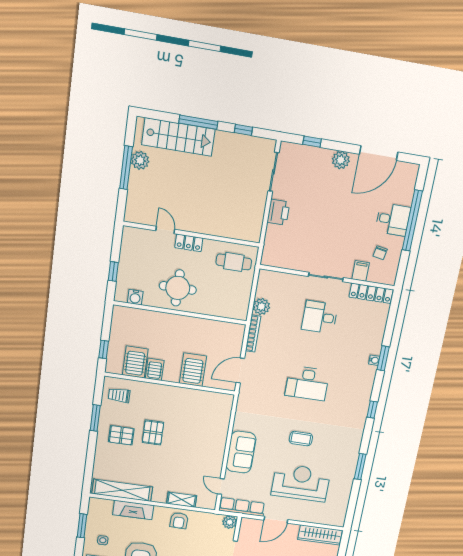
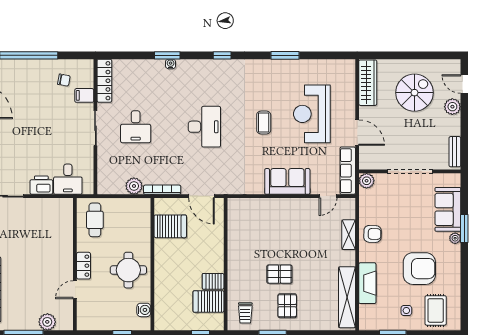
plant: (140, 160) -> (47, 322), moved
desk: (393, 220) -> (68, 179), moved, turned 180
server rack: (193, 370) -> (170, 226), moved, turned 180

